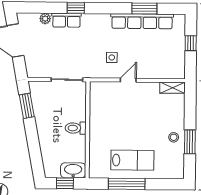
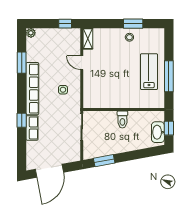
plant: (45, 19) -> (31, 33), moved
row of seats: (142, 21) -> (32, 89), moved
window: (191, 43) -> (65, 24), moved
door: (128, 80) -> (82, 63), moved
washbasin: (73, 170) -> (158, 132), moved

